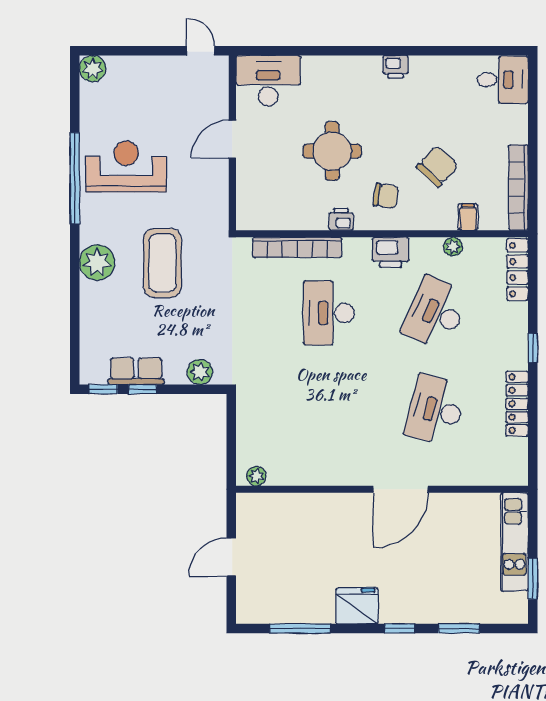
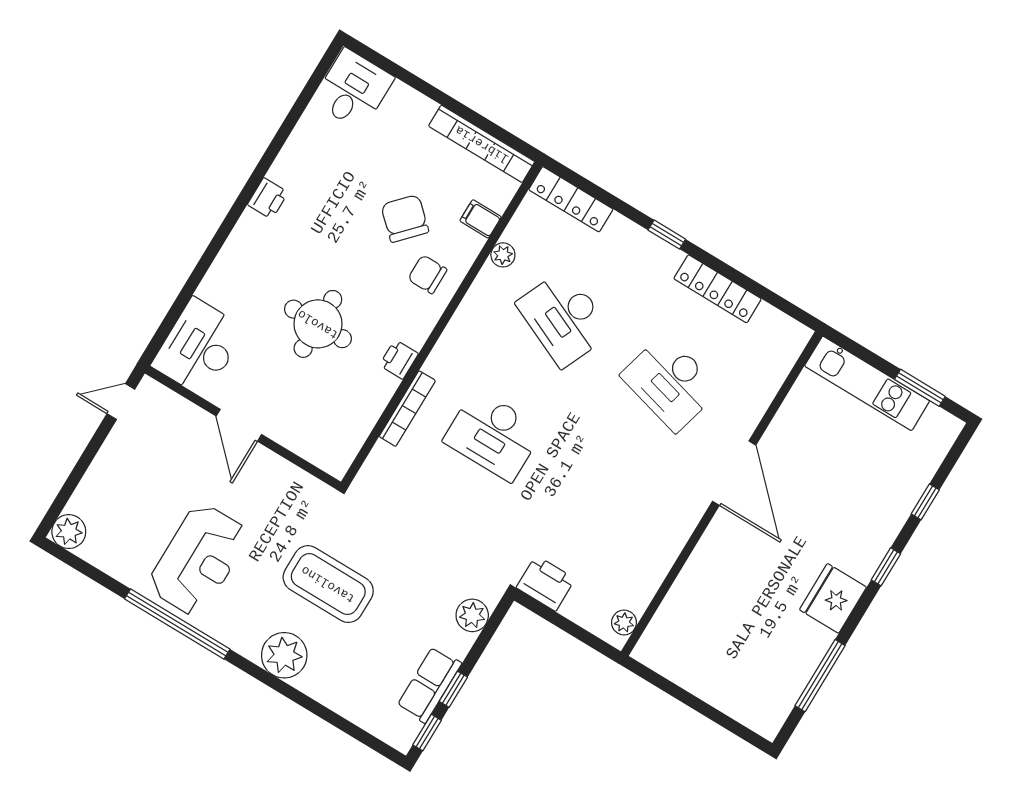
reception desk: (126, 167) -> (198, 560), turned 180
chair: (386, 196) -> (427, 274), moved, turned -99
bookcase: (297, 247) -> (407, 409), width x0.68, depth x0.76
printer: (391, 252) -> (546, 583), moved, turned -90
door: (231, 557) -> (696, 704), removed
window: (459, 629) -> (925, 502), width x0.67

